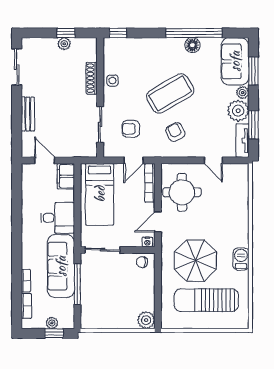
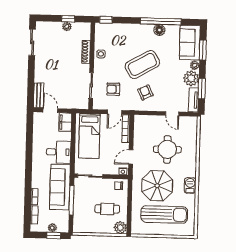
bench: (28, 114) -> (39, 95), moved
round table: (182, 192) -> (167, 149), moved
cafe table: (127, 295) -> (107, 209), added
sun lounger: (206, 300) -> (164, 214), turned 180

